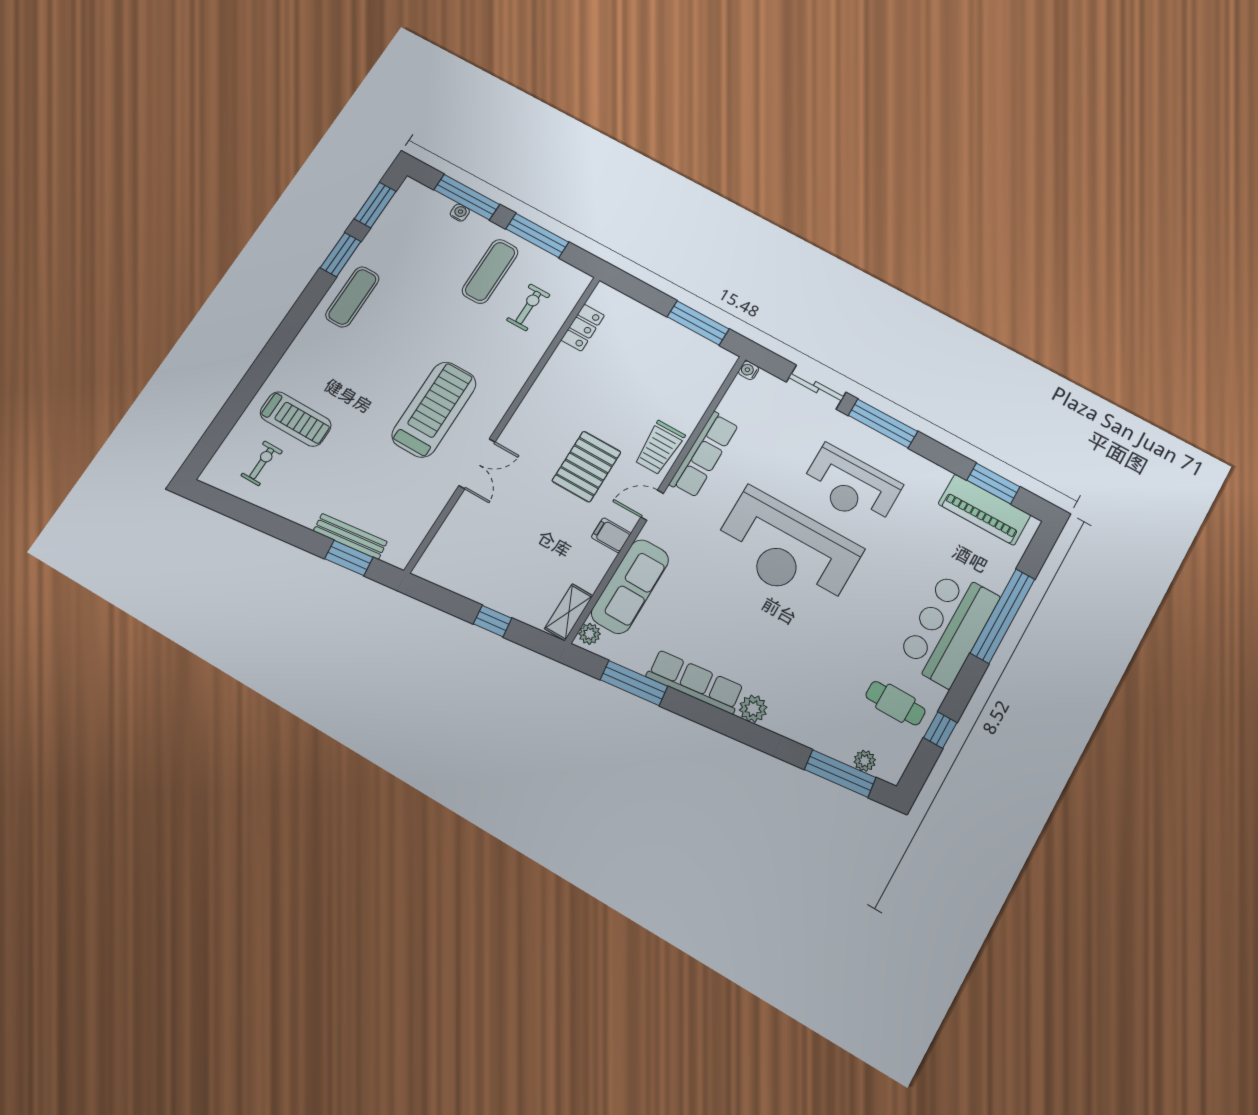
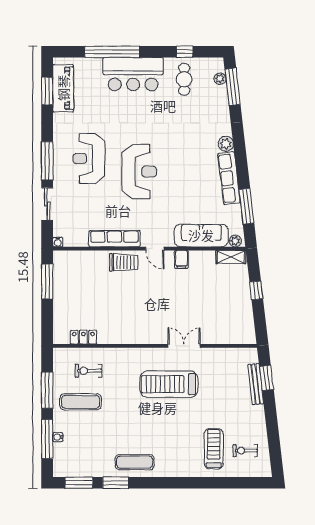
pallet: (586, 467) -> (154, 292), removed
reception desk: (851, 486) -> (89, 159), turned 180
reception desk: (787, 550) -> (139, 172), width x0.74, depth x0.77

